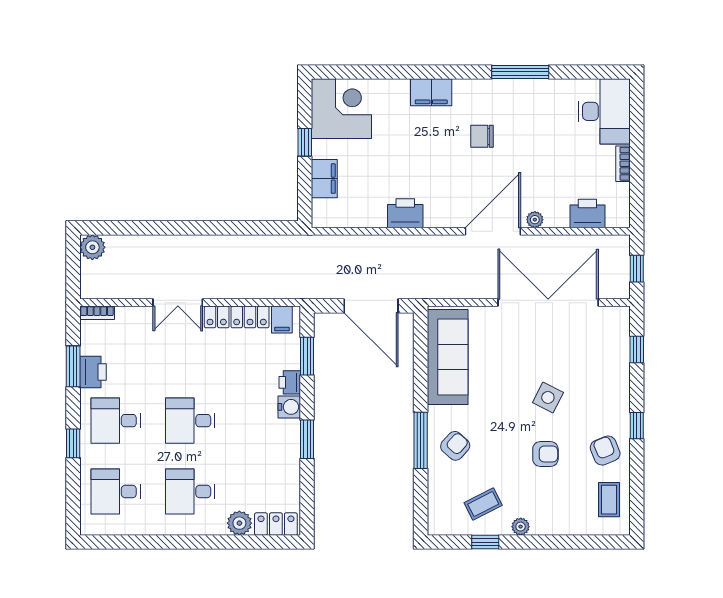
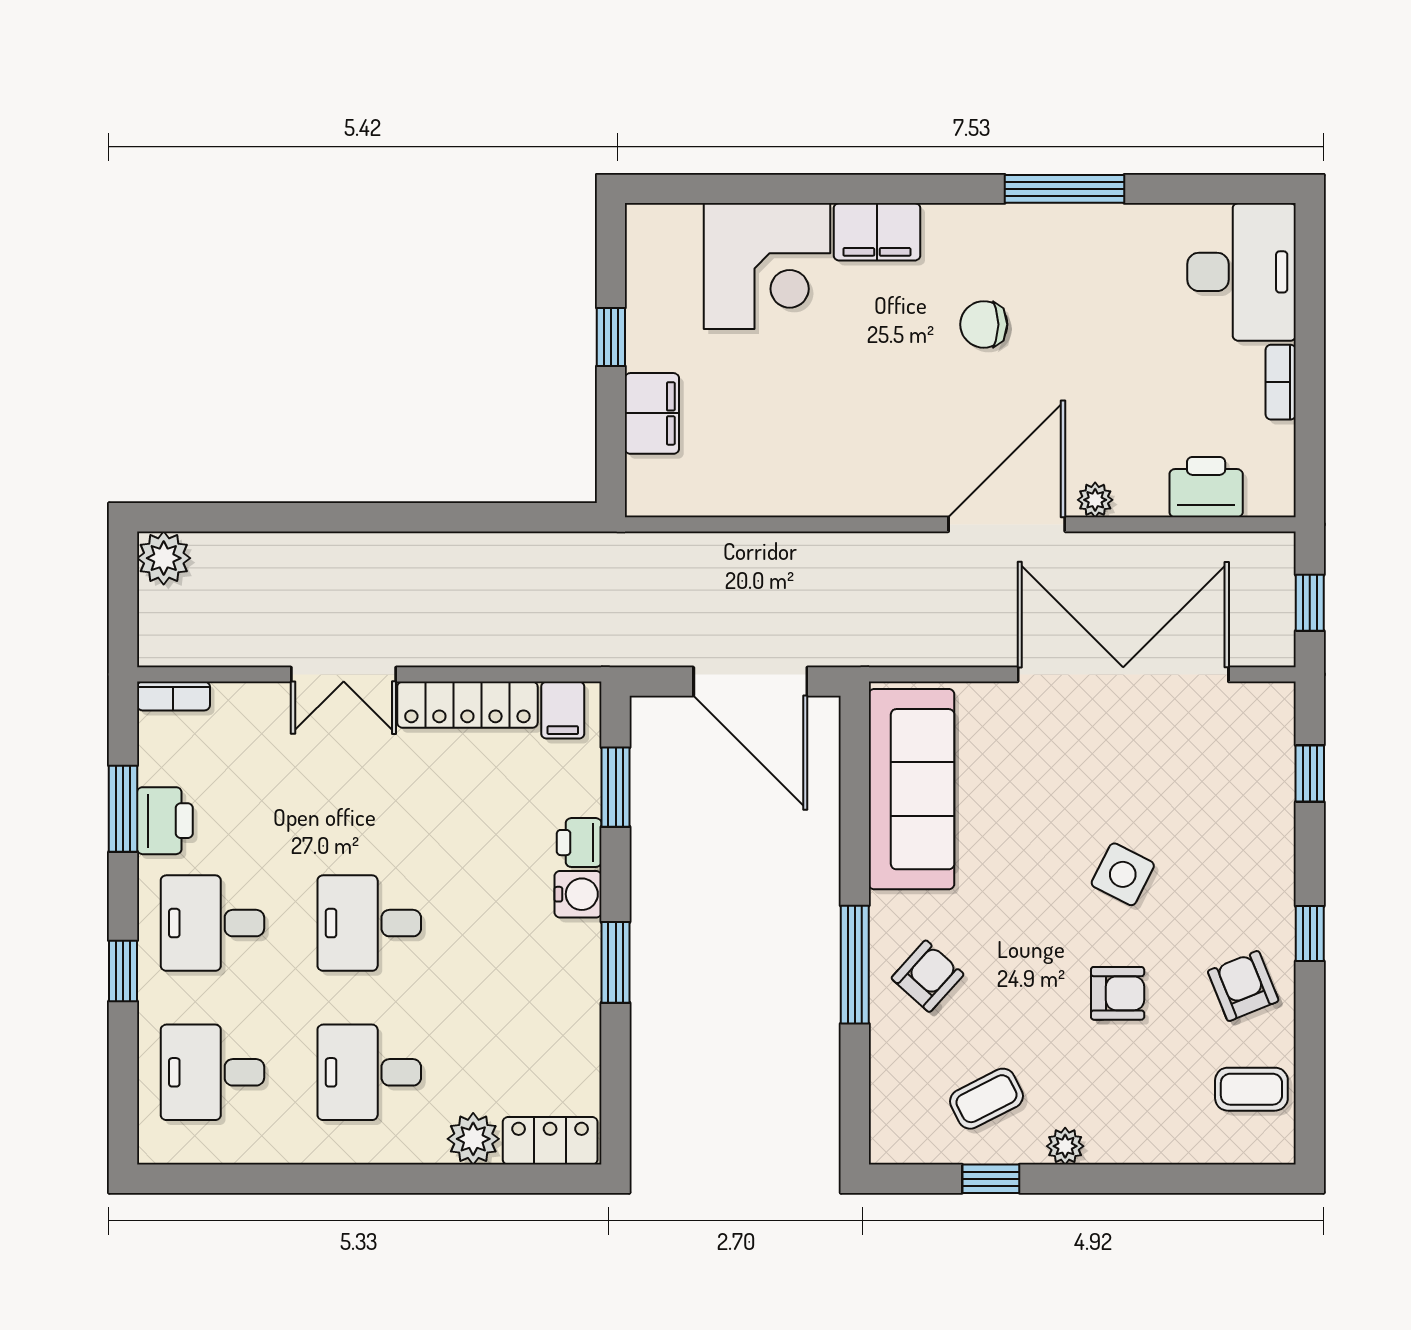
corner desk: (341, 109) -> (767, 266), moved, turned 90
printer: (405, 213) -> (822, 486), removed
coffee table: (609, 500) -> (1251, 1089), turned 90

